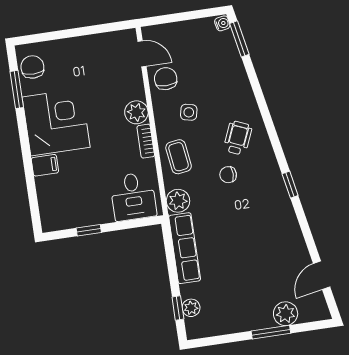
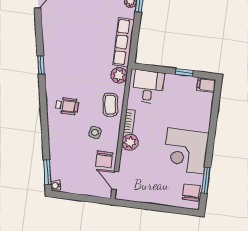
chair: (32, 67) -> (191, 192), turned 180
wheelchair: (238, 138) -> (67, 106), turned -113
filing cabinet: (45, 165) -> (206, 85), moved
chair: (228, 175) -> (80, 83), removed

